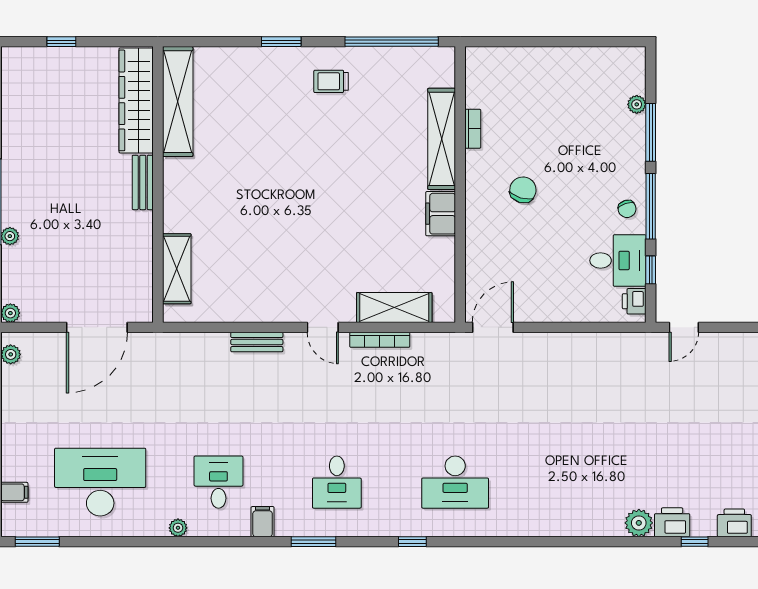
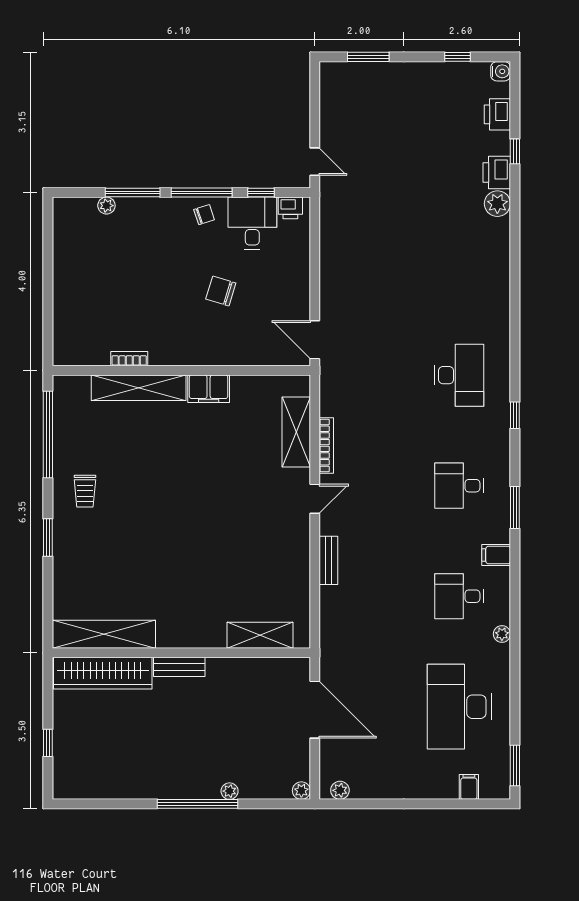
chair: (523, 190) -> (221, 291), moved
desk: (337, 482) -> (459, 486), turned 180

